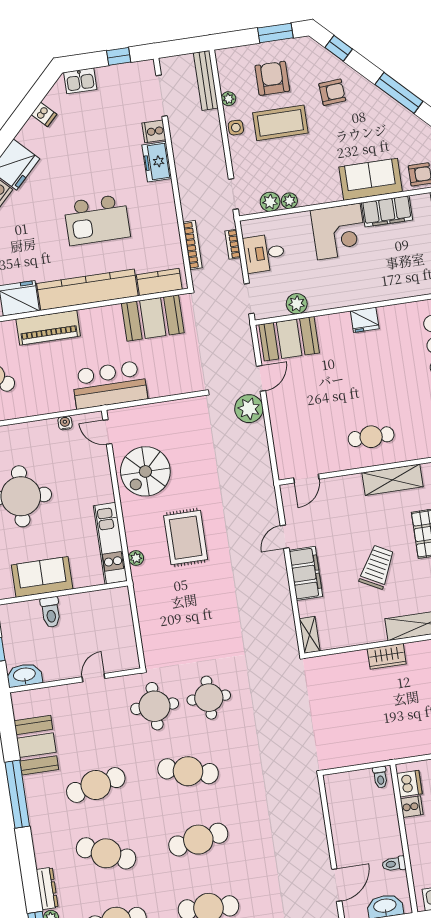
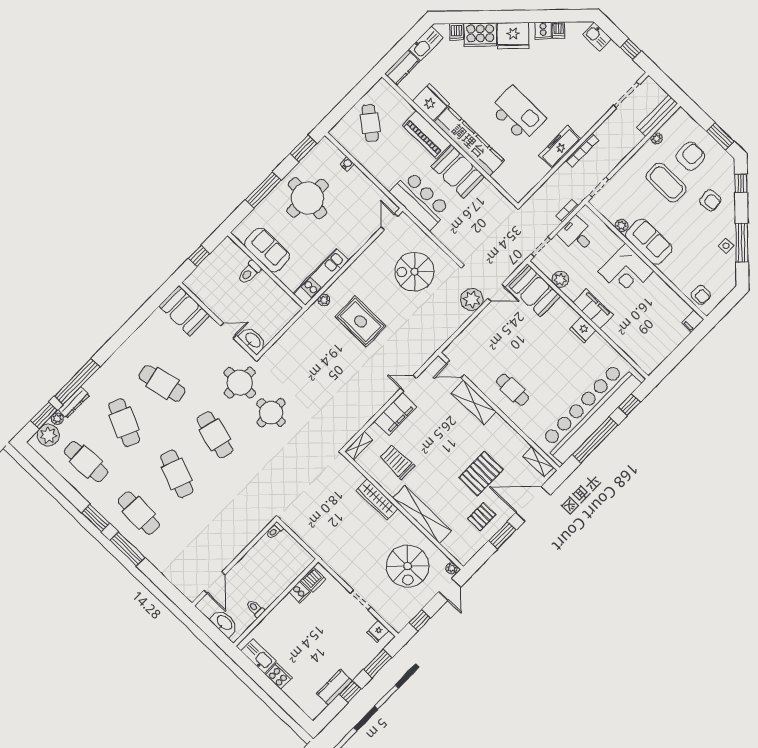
side table: (236, 128) -> (726, 246), moved
cooker: (154, 131) -> (543, 30), moved, turned -135
freezer: (157, 162) -> (560, 147), moved, width x1.40
sofa: (371, 179) -> (649, 242), moved
plant: (270, 202) -> (612, 214), removed
filing cabinet: (387, 211) -> (593, 309), moved, turned 180
kitchen island: (97, 220) -> (518, 114), turned 180
bookcase: (192, 245) -> (582, 150), moved
kitchen counter: (159, 282) -> (508, 183), removed
booth: (153, 318) -> (458, 172), moved
water cooler: (65, 423) -> (347, 164), moved
spiral stairs: (145, 471) -> (414, 272), moved
shelving: (393, 480) -> (474, 402), moved
rug: (186, 538) -> (360, 321), turned 90
trolley: (377, 567) -> (397, 462), moved, turned -118
wardrobe: (387, 656) -> (377, 500), width x1.50
washbasin: (24, 675) -> (253, 340), moved
booth: (36, 745) -> (184, 311), moved, turned 90
toilet: (380, 777) -> (275, 531), moved
window: (17, 794) -> (77, 382), moved
cafe table: (198, 840) -> (177, 474), turned 30
door: (337, 885) -> (214, 583), hinge flipped

